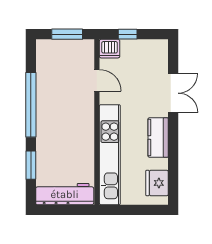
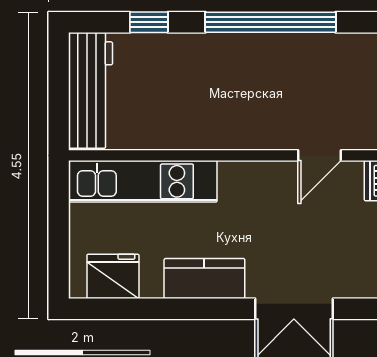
kitchen unit: (110, 155) -> (143, 181), width x0.73
window: (31, 165) -> (149, 22), width x0.67

